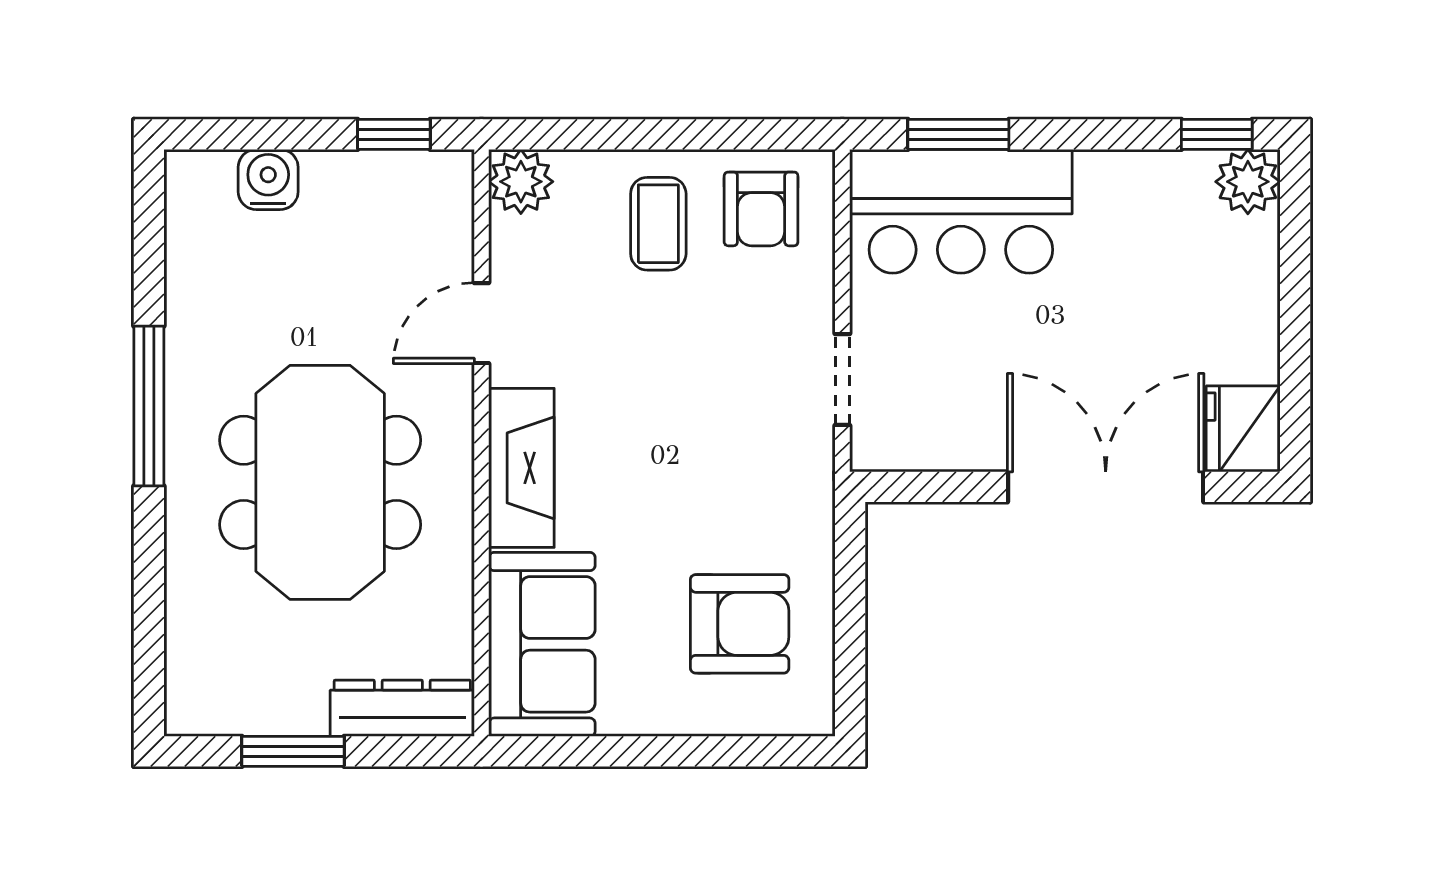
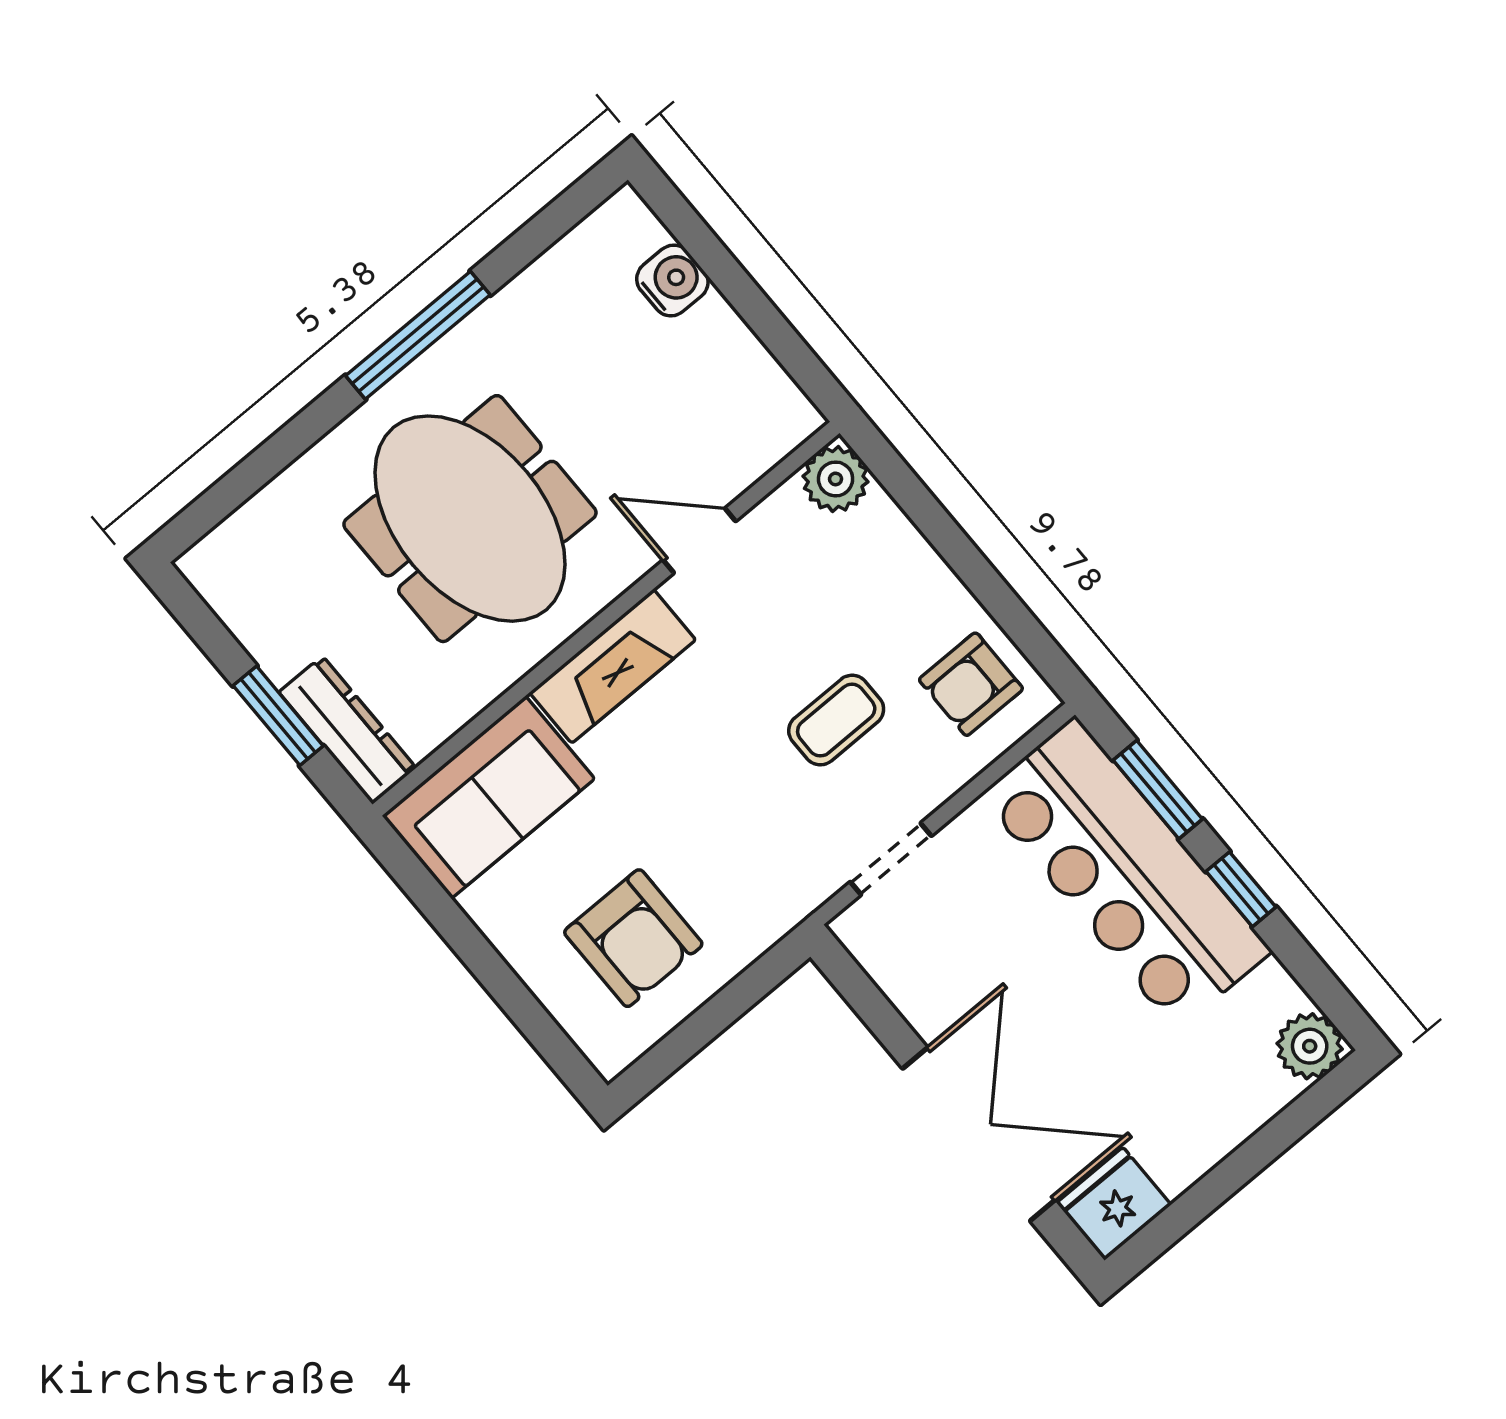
window: (394, 134) -> (790, 349), removed
window: (1217, 134) -> (1241, 889), moved
bar counter: (961, 211) -> (1126, 873), width x1.36
coffee table: (658, 224) -> (836, 720), moved
meeting table: (320, 482) -> (470, 519), turned 90
window: (293, 751) -> (278, 716), moved

